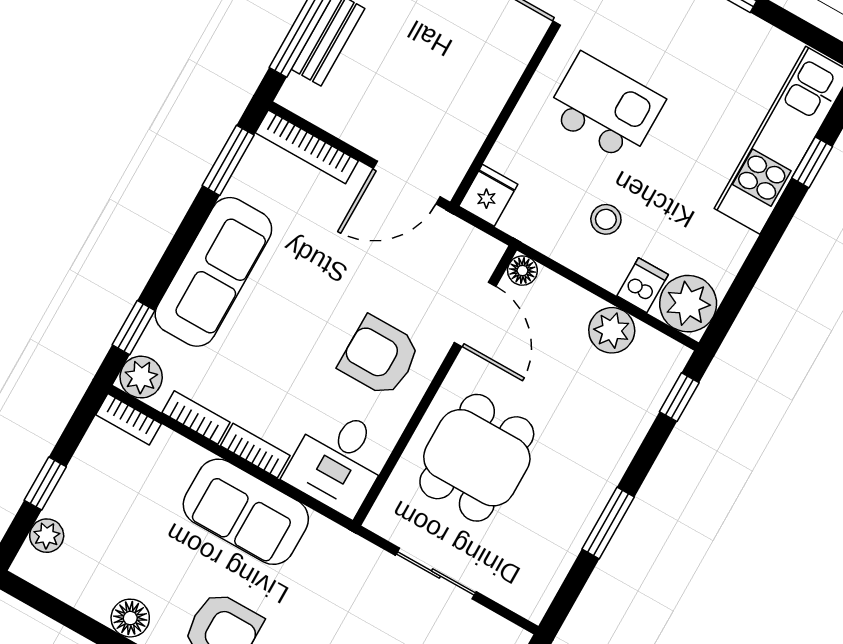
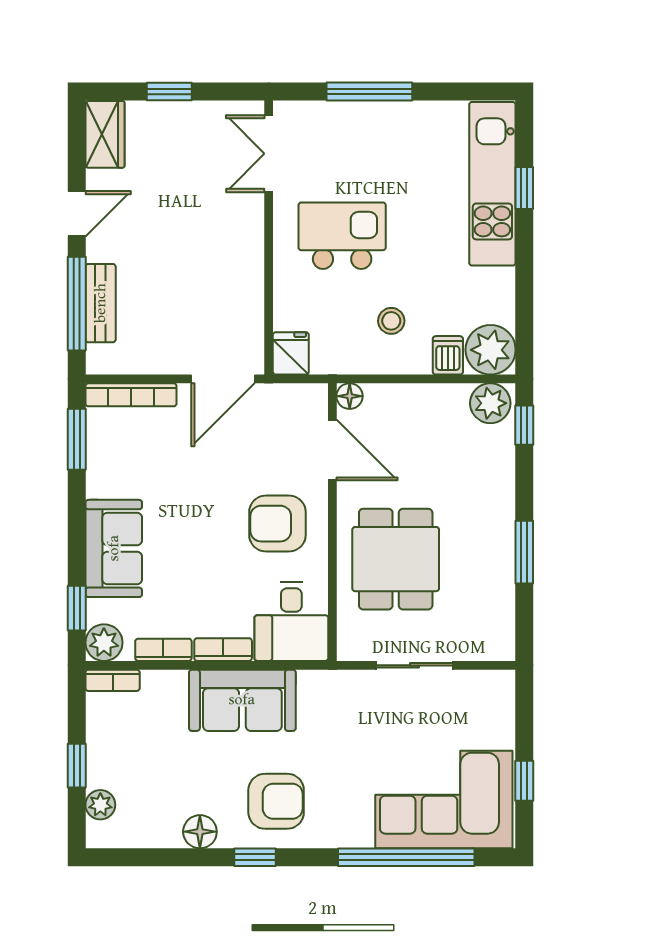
sofa: (213, 272) -> (114, 548), width x0.73
plant: (612, 330) -> (490, 403), moved

